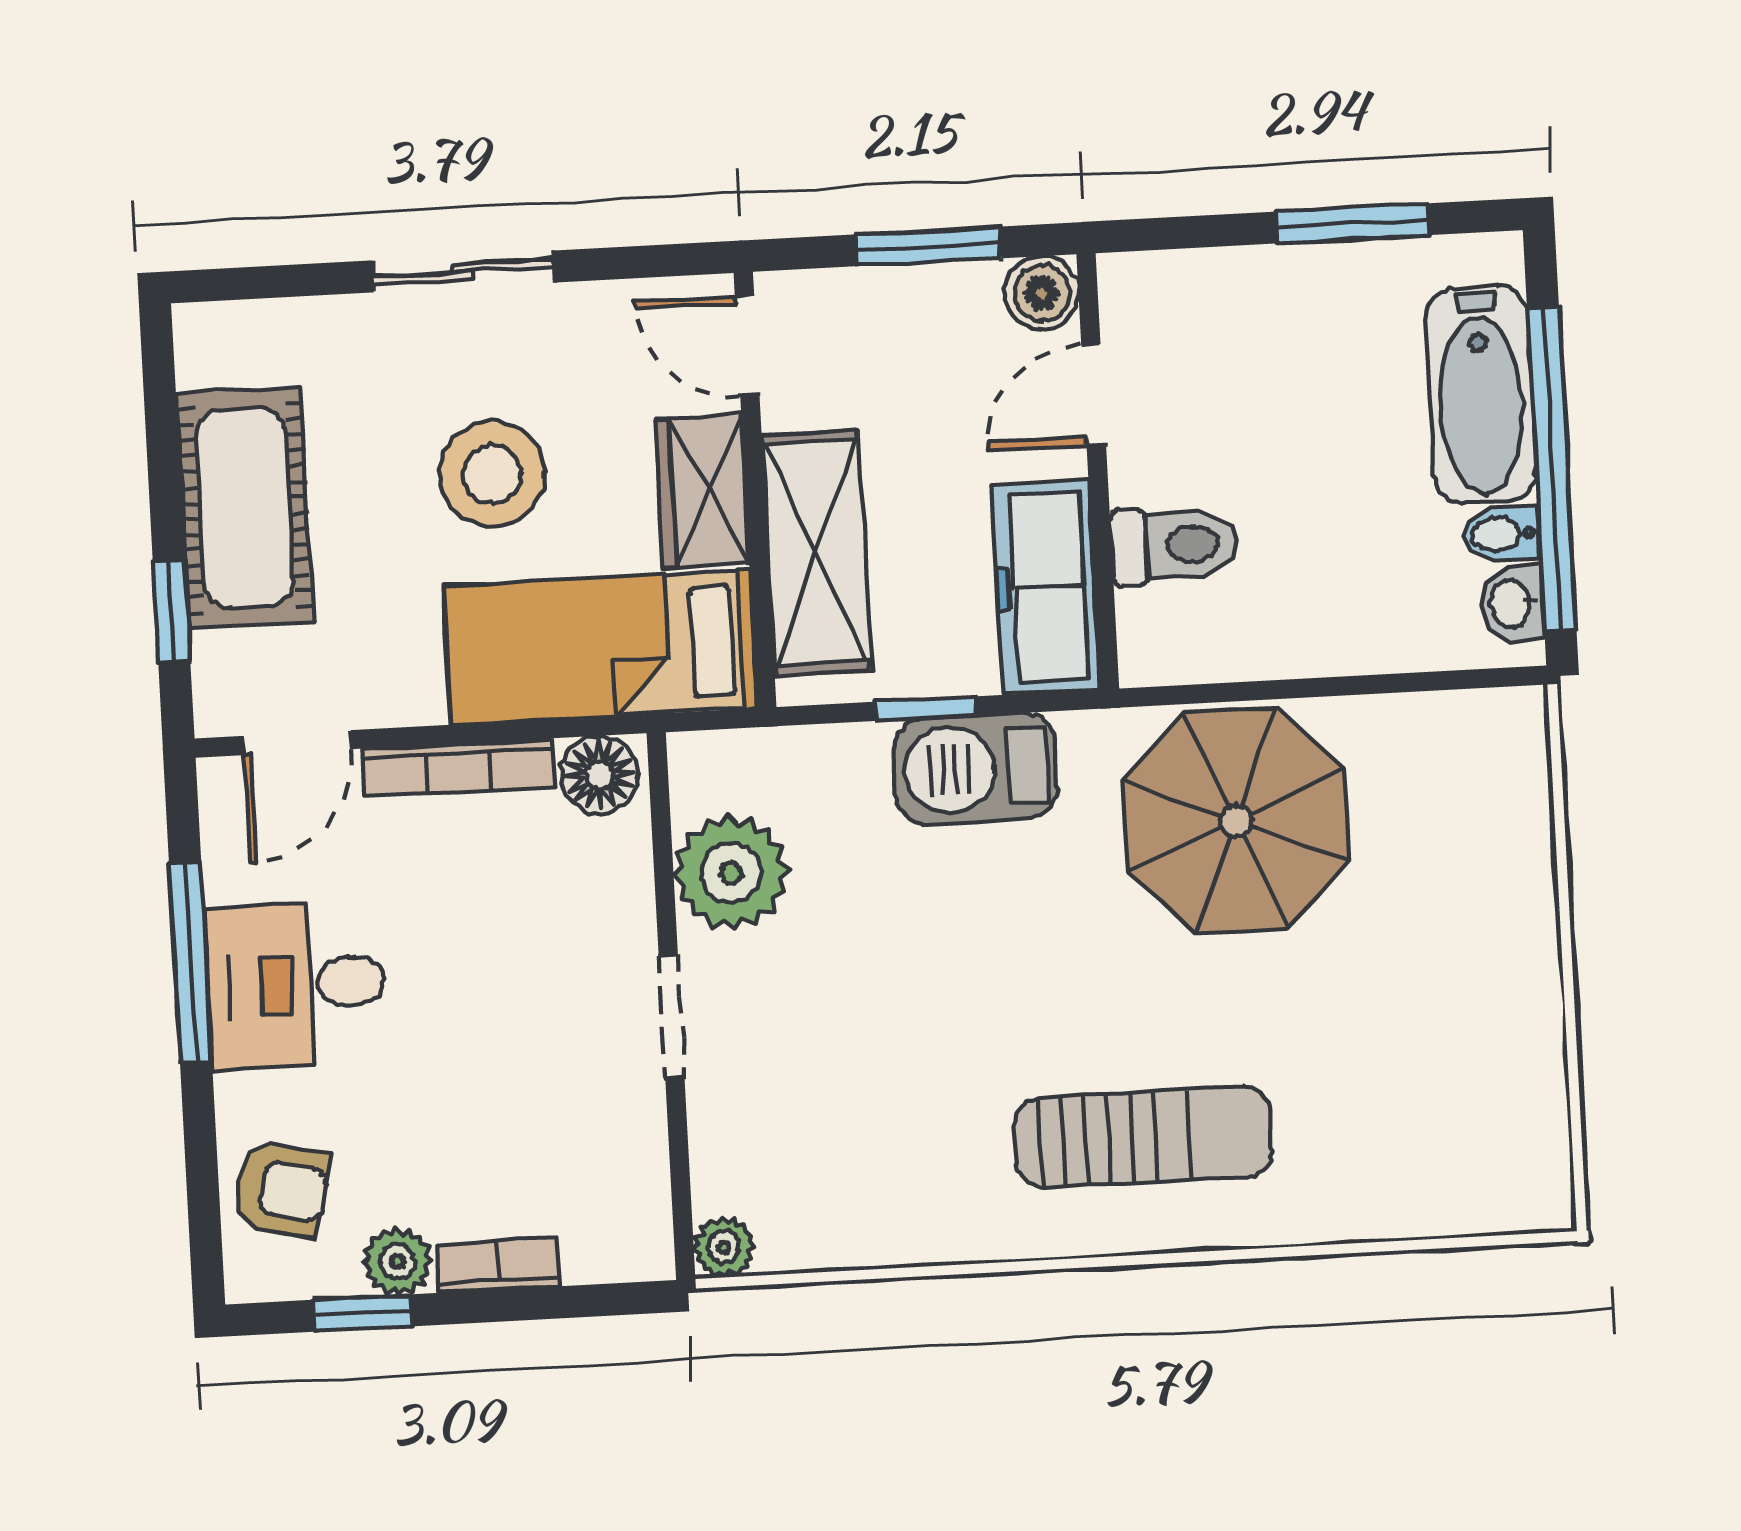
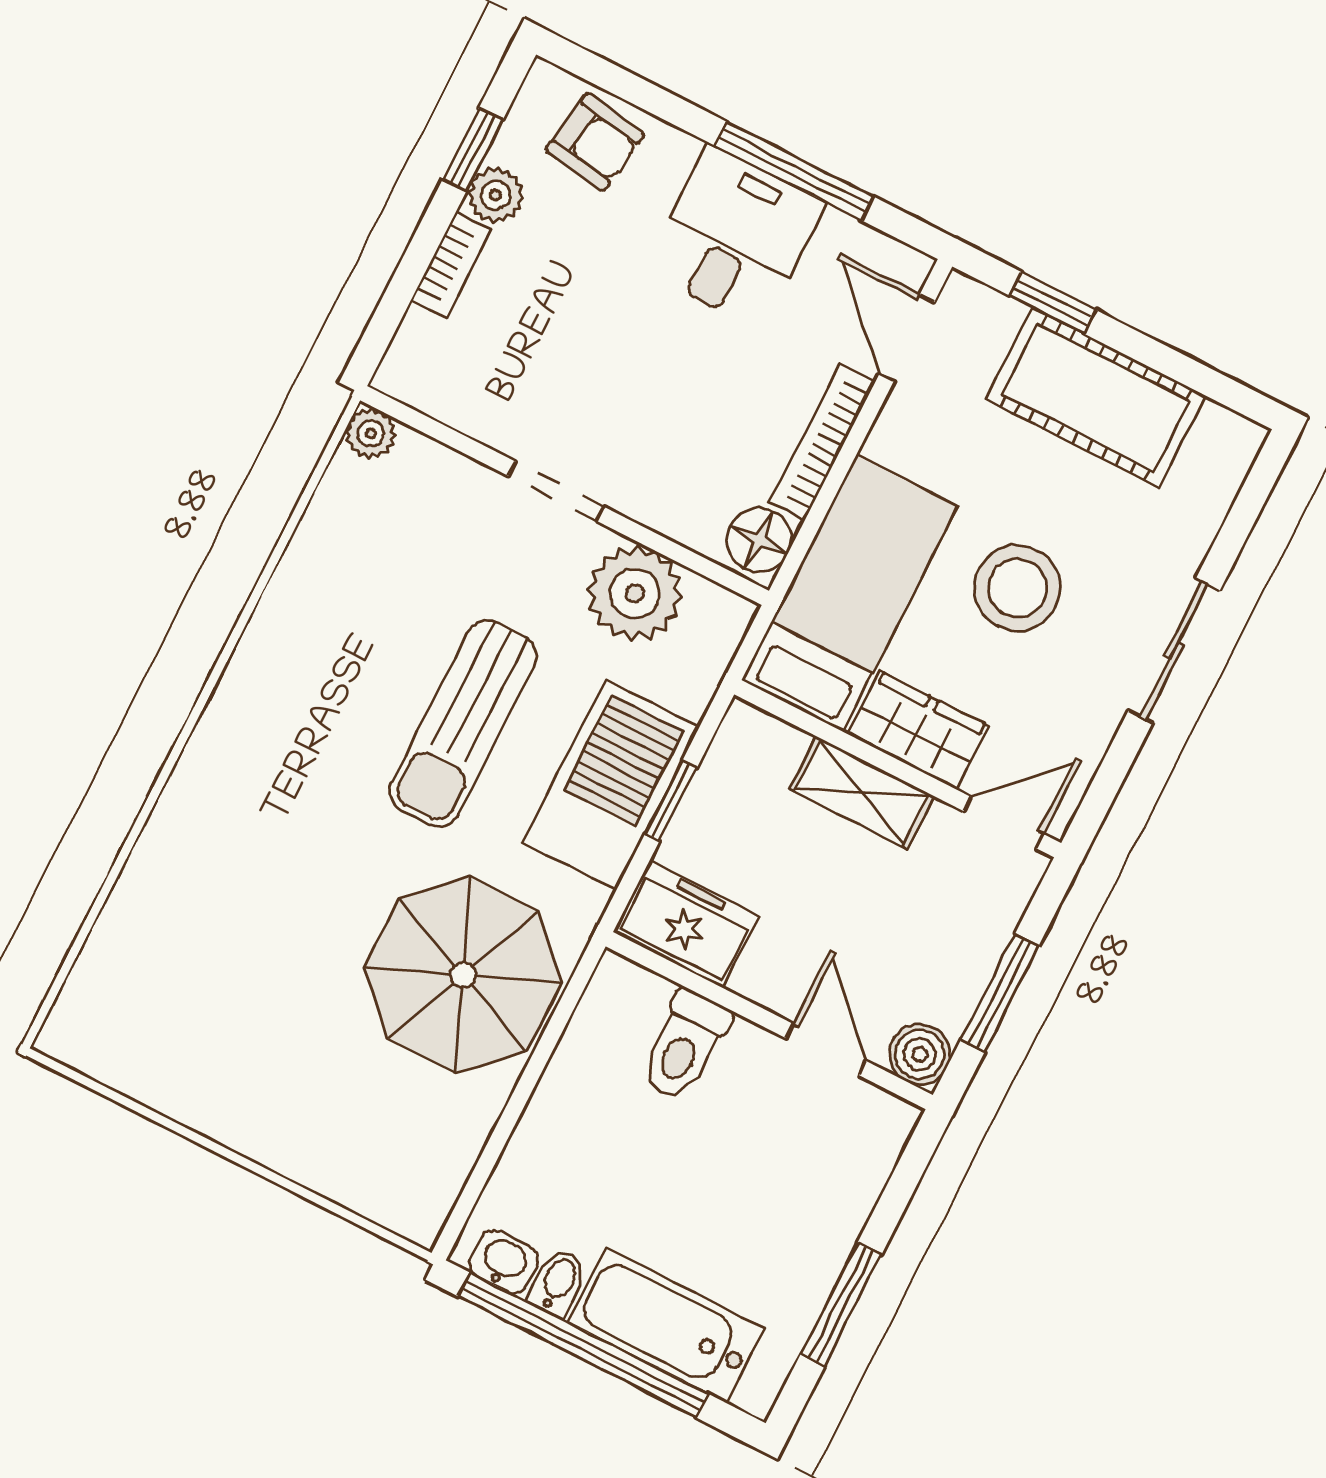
shelving: (816, 553) -> (862, 793), width x0.67, depth x0.75
freezer: (1046, 587) -> (686, 924), width x0.71
barbecue: (976, 768) -> (611, 785), width x1.37, depth x1.21
sun lounger: (1144, 1137) -> (463, 723), moved
armchair: (281, 1189) -> (595, 142), turned -95

